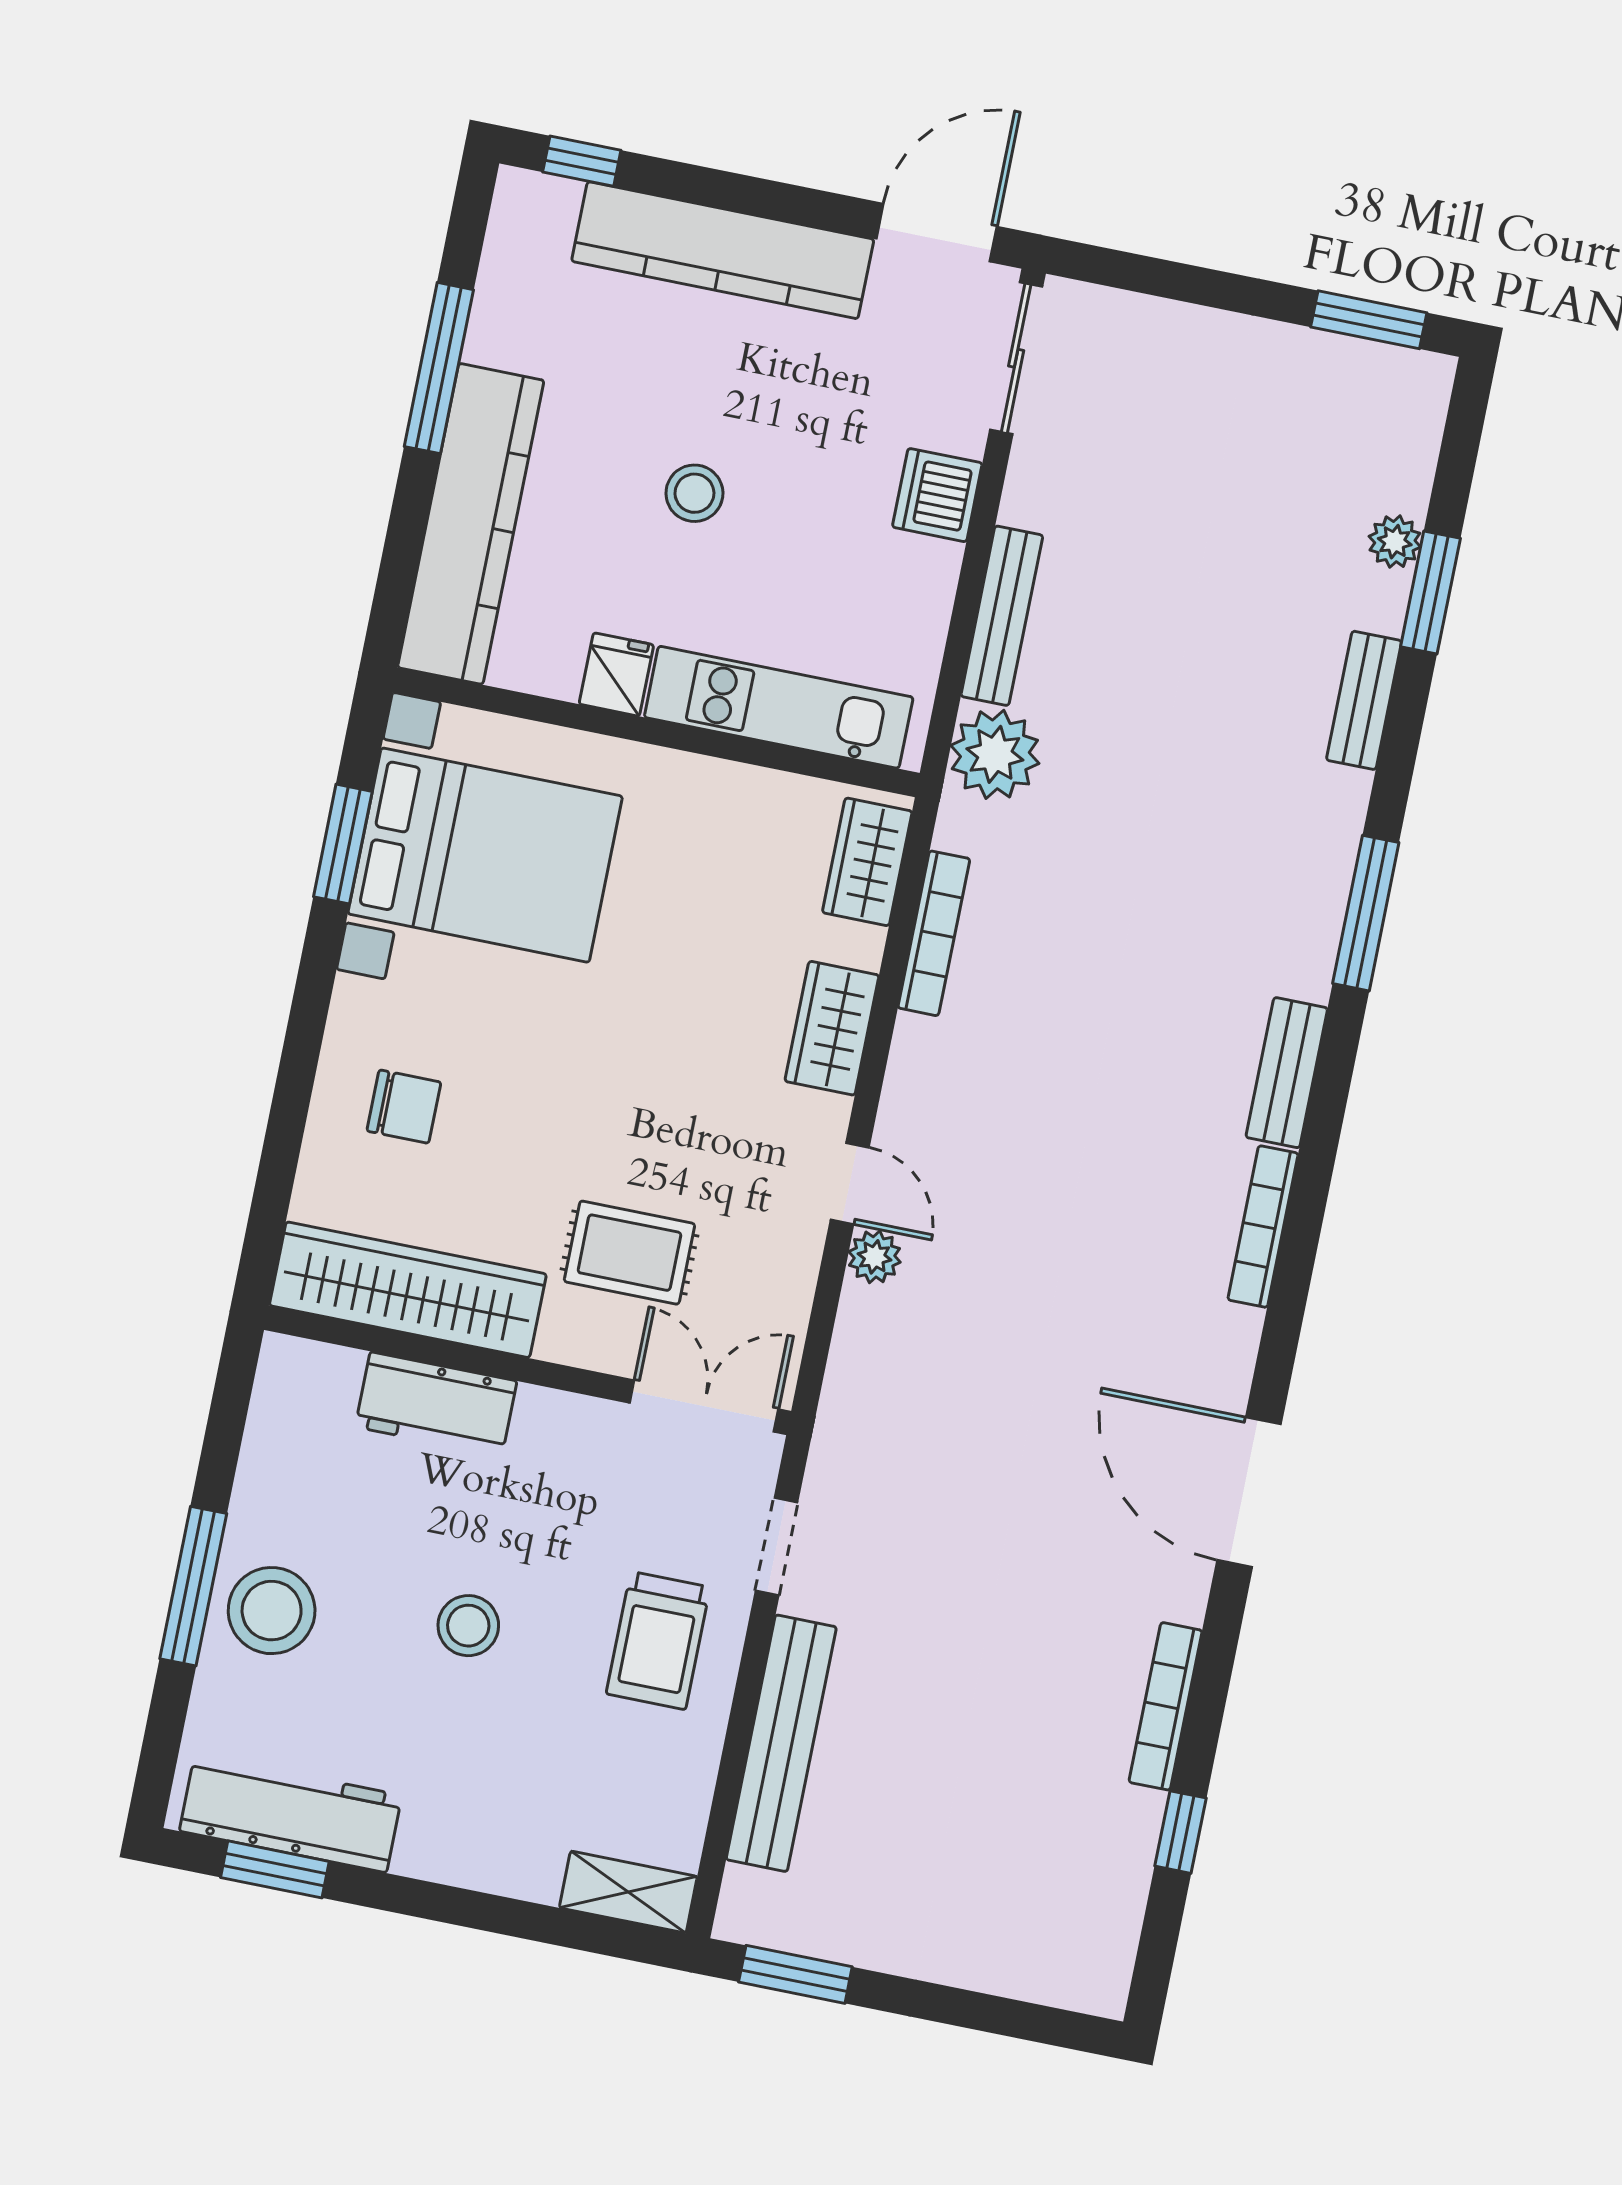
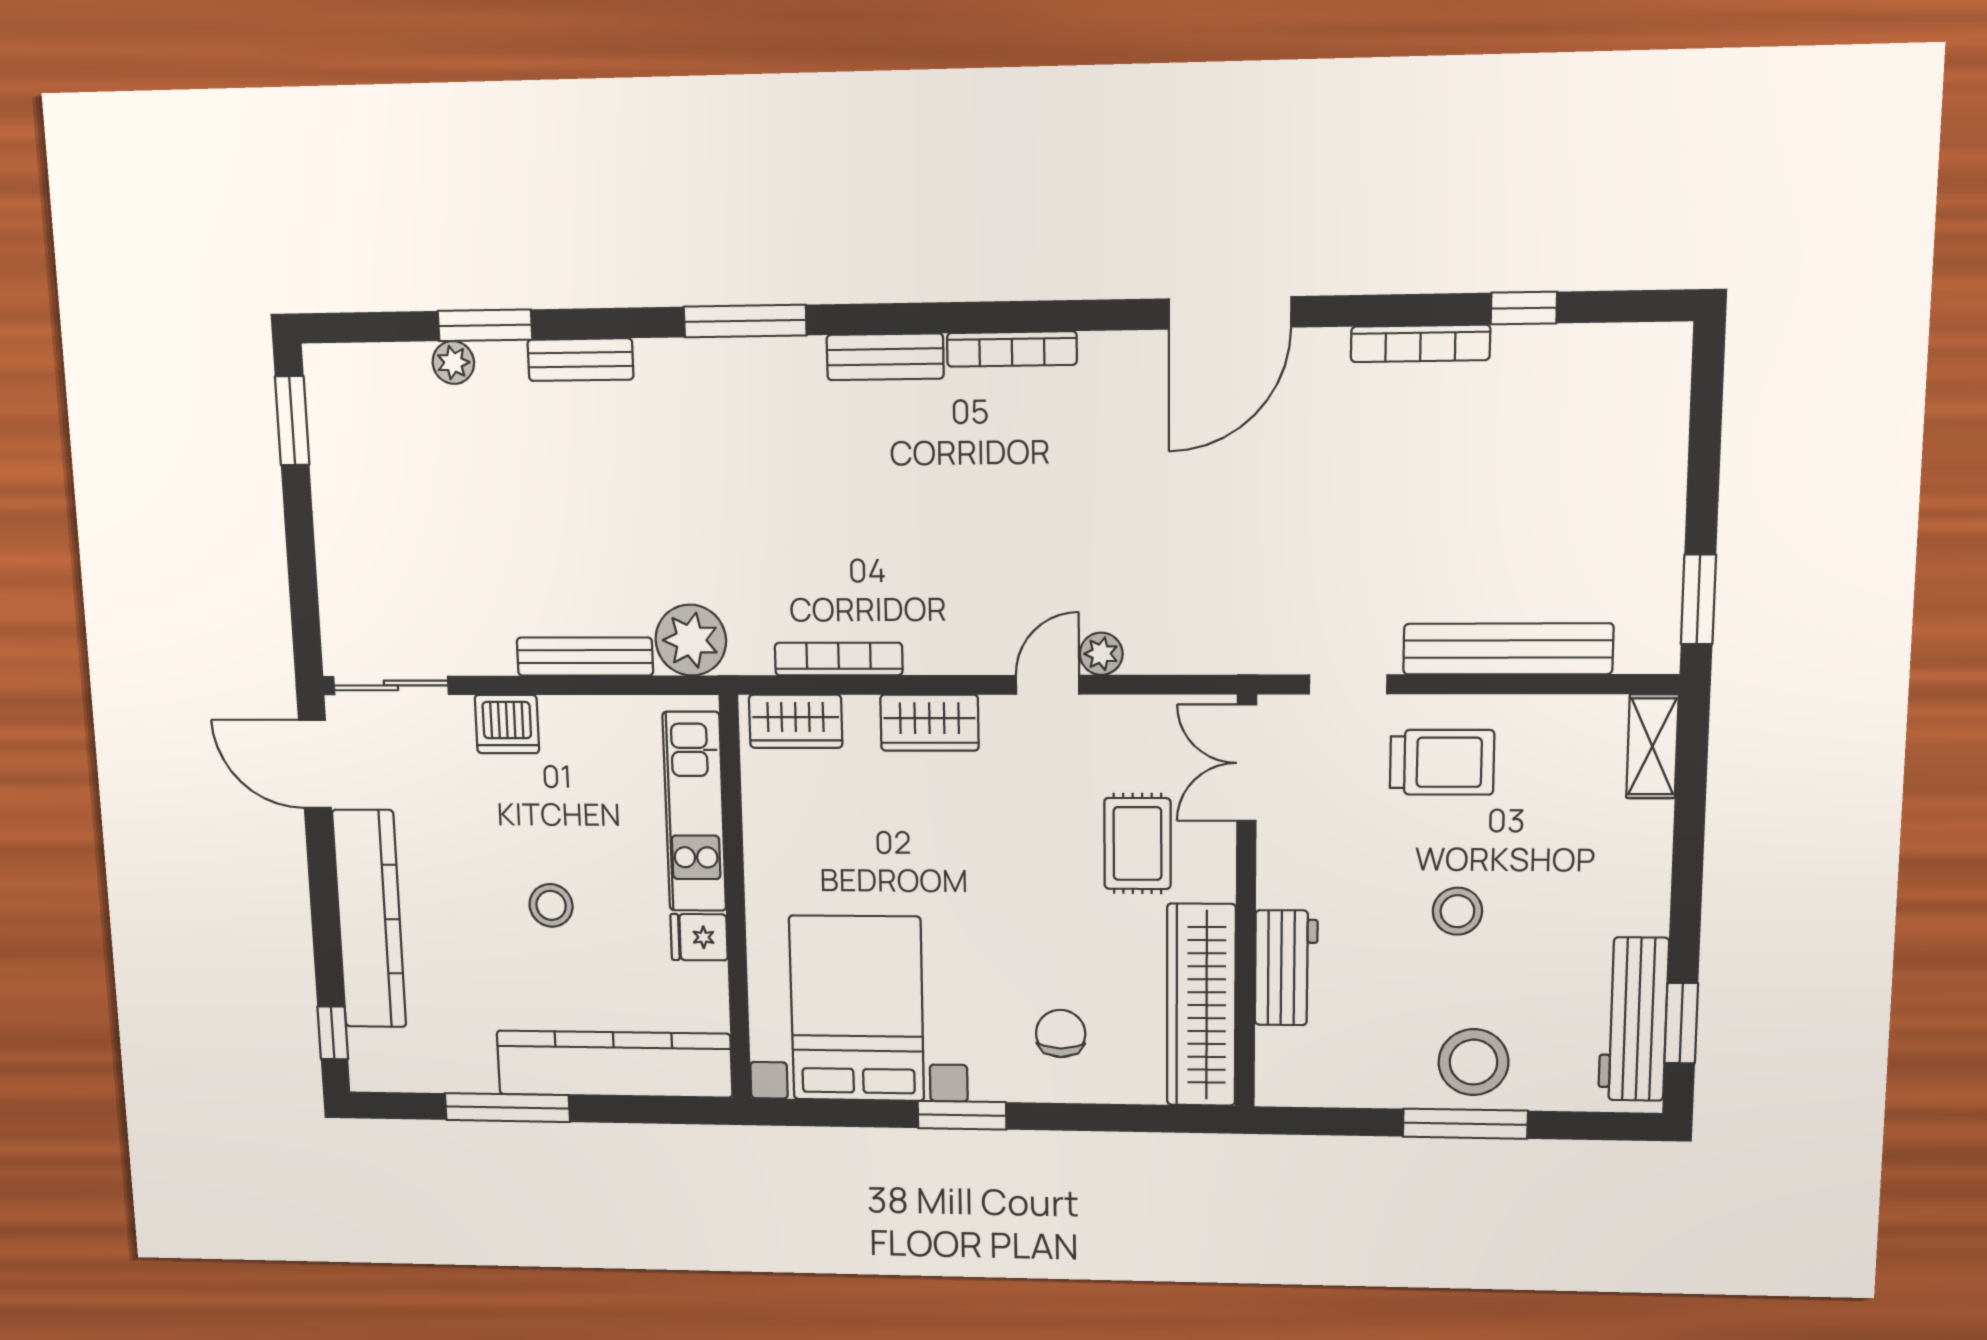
window: (343, 844) -> (962, 1115), moved

